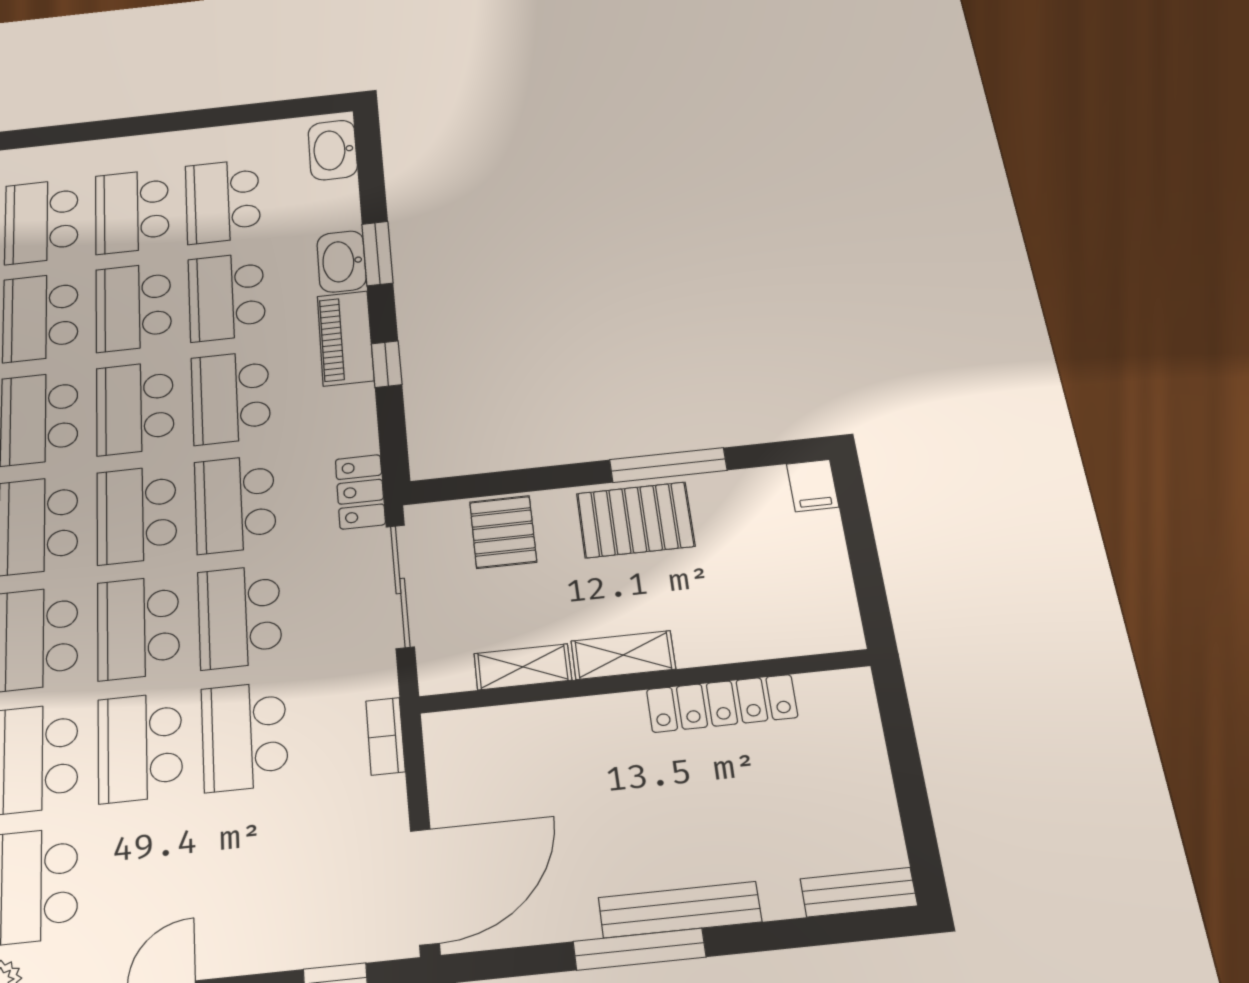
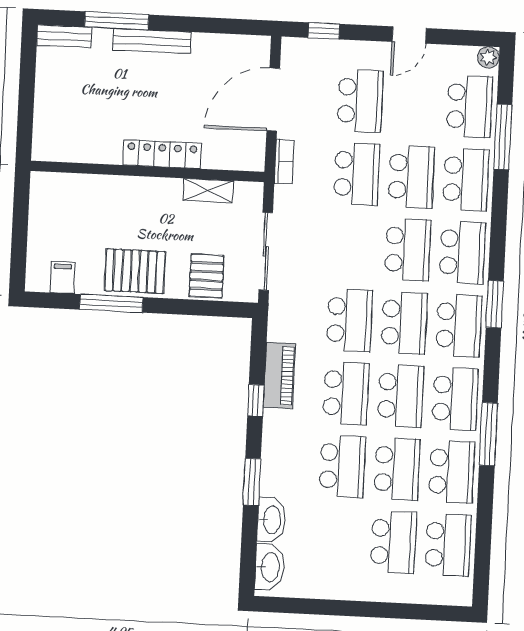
school desk: (223, 201) -> (339, 539), removed
washbasin: (342, 261) -> (271, 520), moved
piano: (345, 338) -> (279, 375), moved
filing cabinet: (813, 485) -> (62, 278), moved
locker: (360, 492) -> (280, 316), removed
school desk: (240, 617) -> (360, 101), moved
shelving: (623, 655) -> (155, 189), removed
locker: (722, 703) -> (162, 154), moved
door: (425, 887) -> (273, 100), moved
window: (639, 949) -> (117, 21), moved

